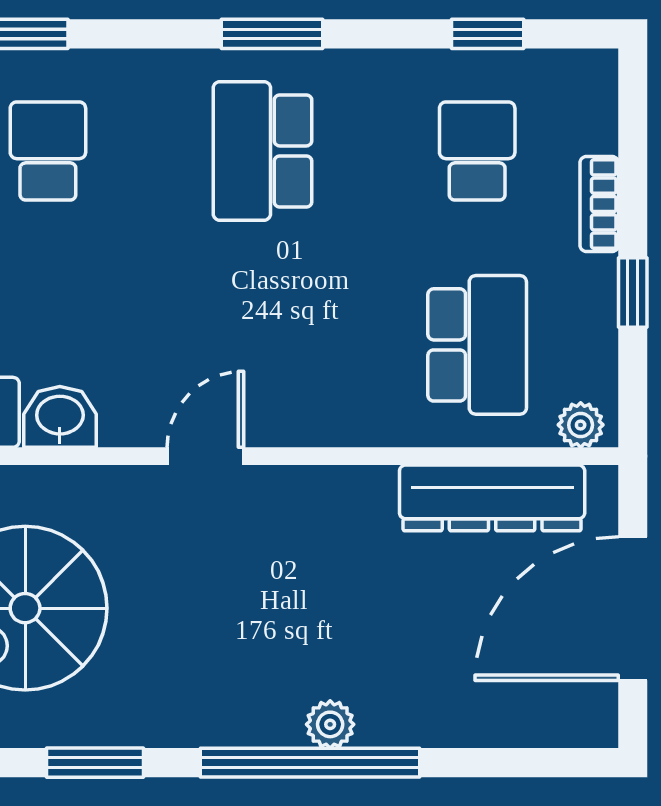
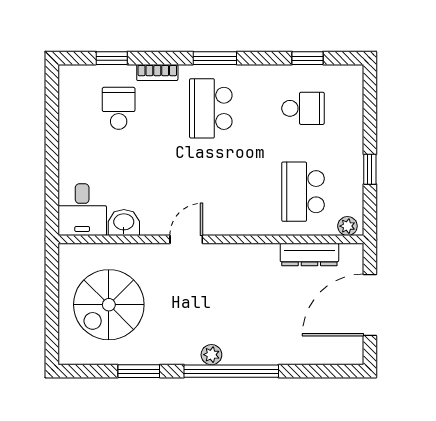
school desk: (477, 151) -> (303, 108), turned 90
bookcase: (599, 204) -> (157, 72), moved, turned -90
school desk: (477, 345) -> (303, 192), turned 180
dresser: (492, 498) -> (309, 255), width x0.73, depth x0.80
plant: (330, 724) -> (211, 355), moved

